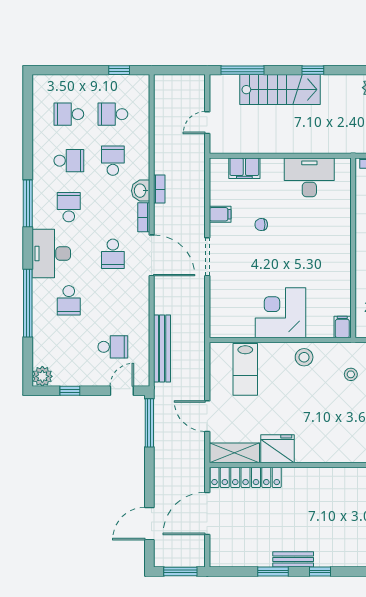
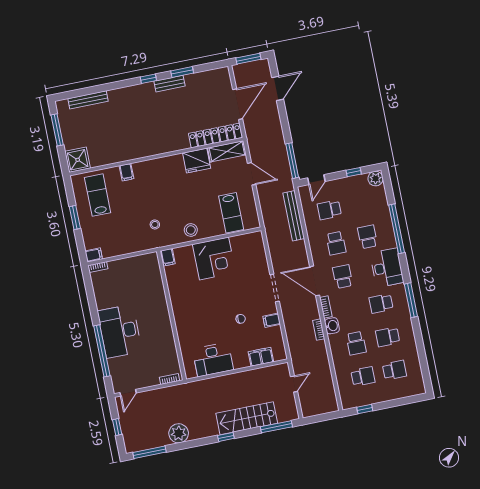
school desk: (69, 207) -> (381, 303), turned 90
school desk: (113, 300) -> (336, 243), added
lab bench: (245, 369) -> (231, 213), turned 180

